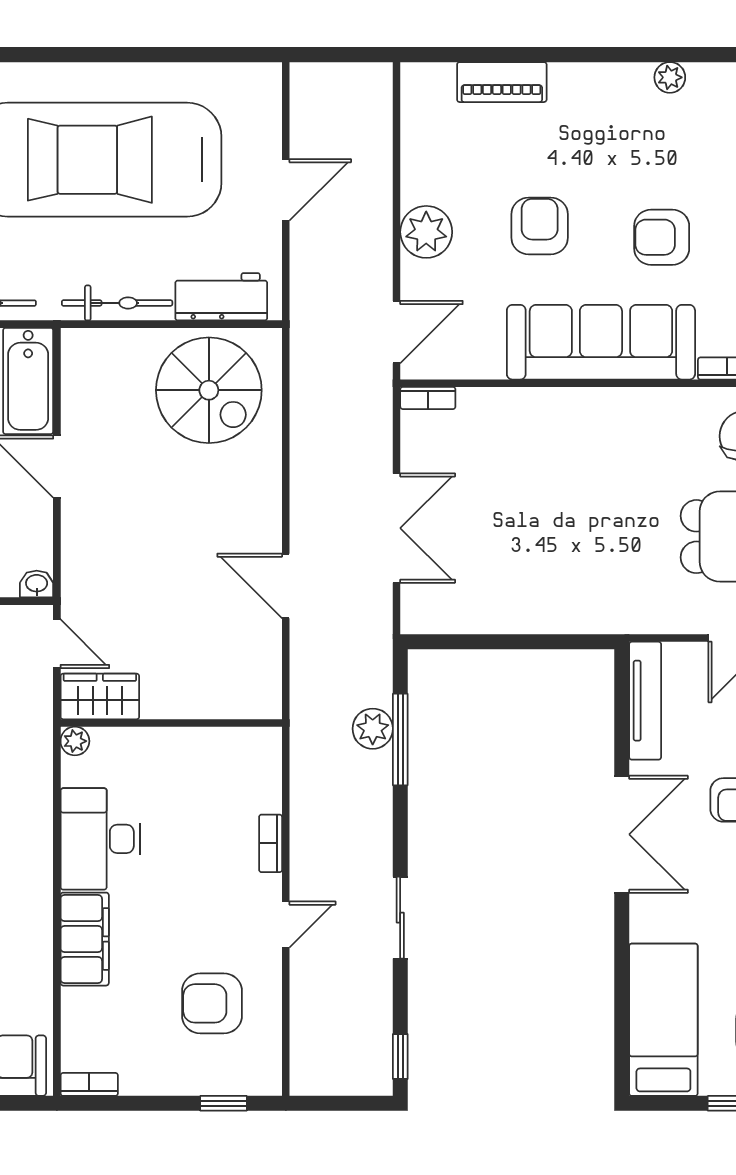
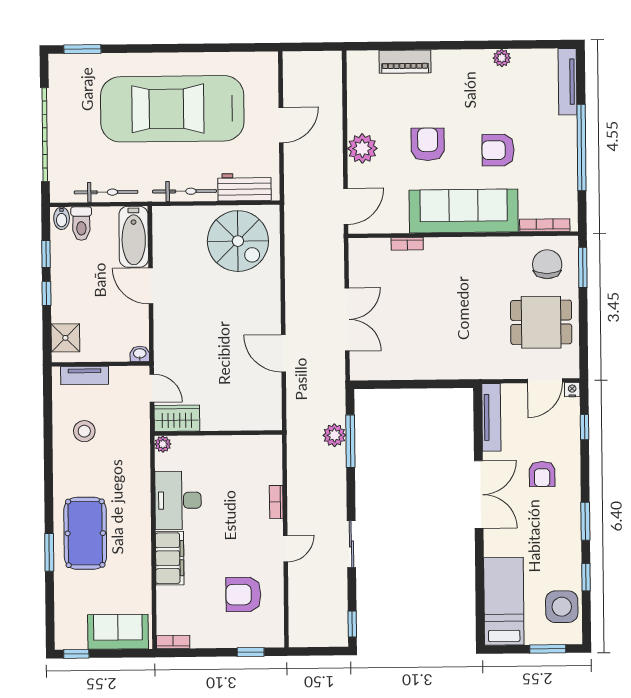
bookcase: (428, 398) -> (407, 244), moved

